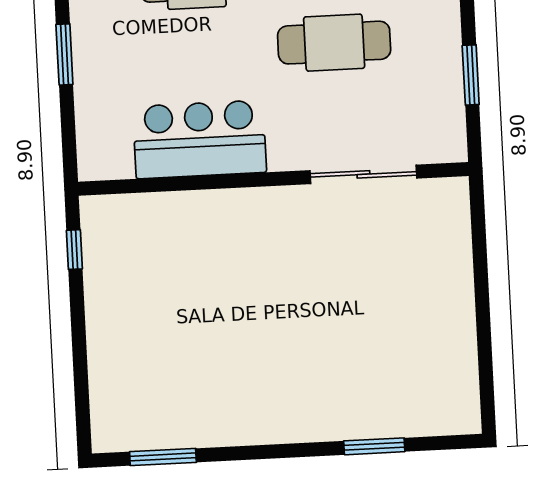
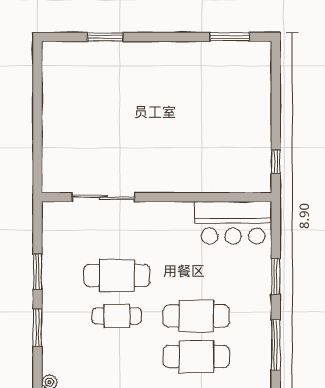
window: (471, 75) -> (37, 272), moved
bar counter: (200, 139) -> (233, 223), moved

